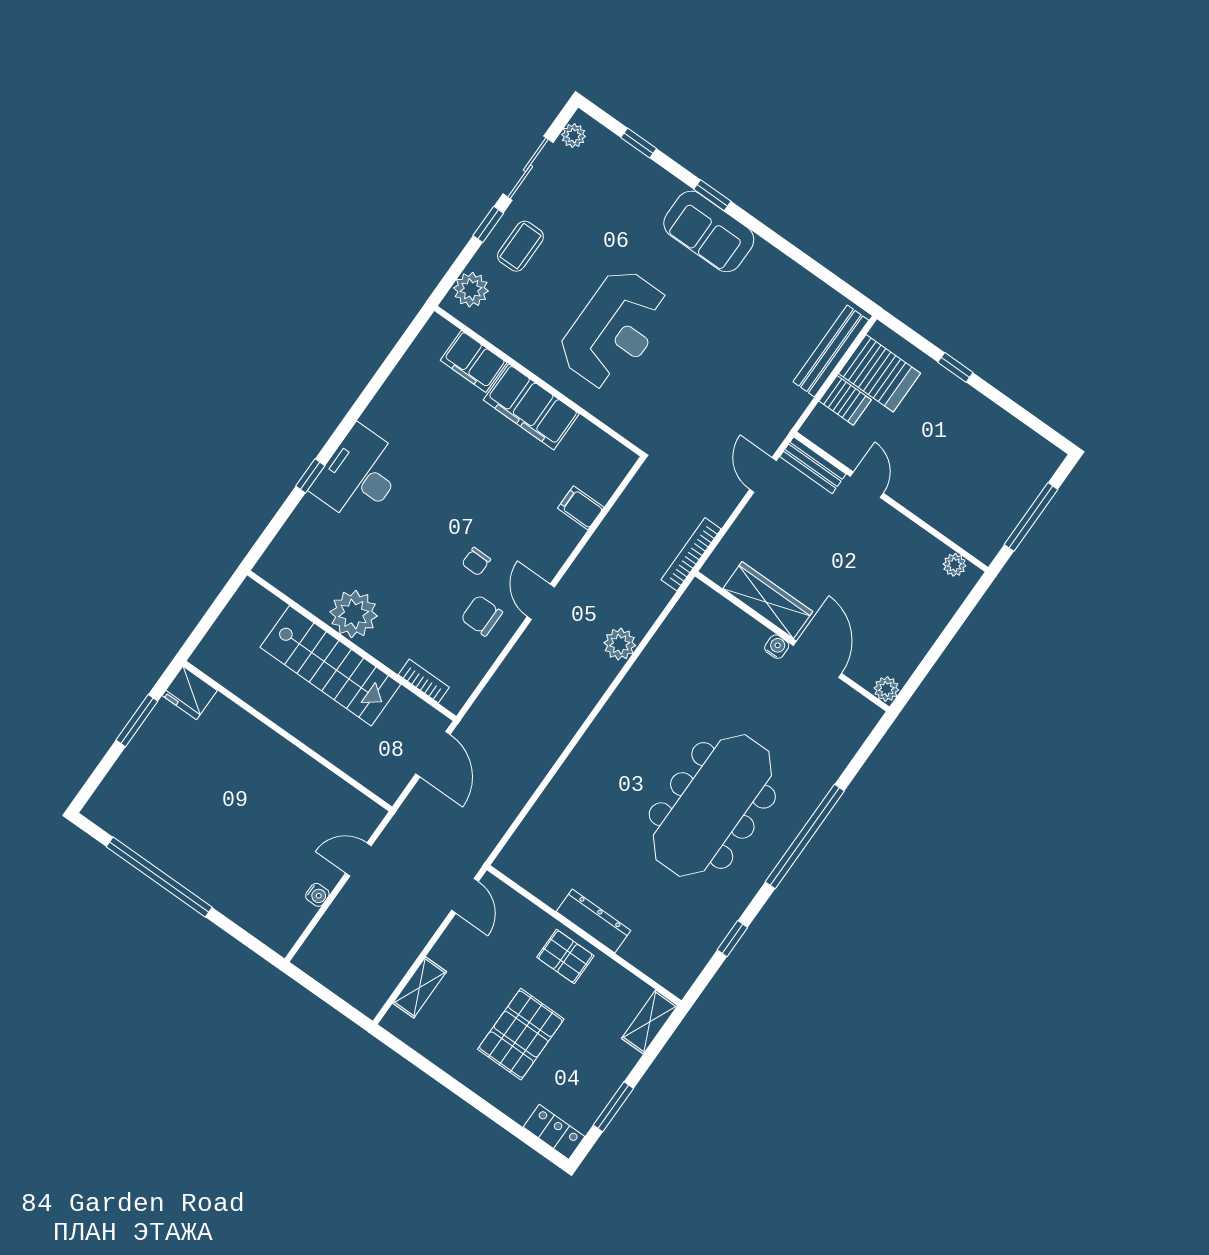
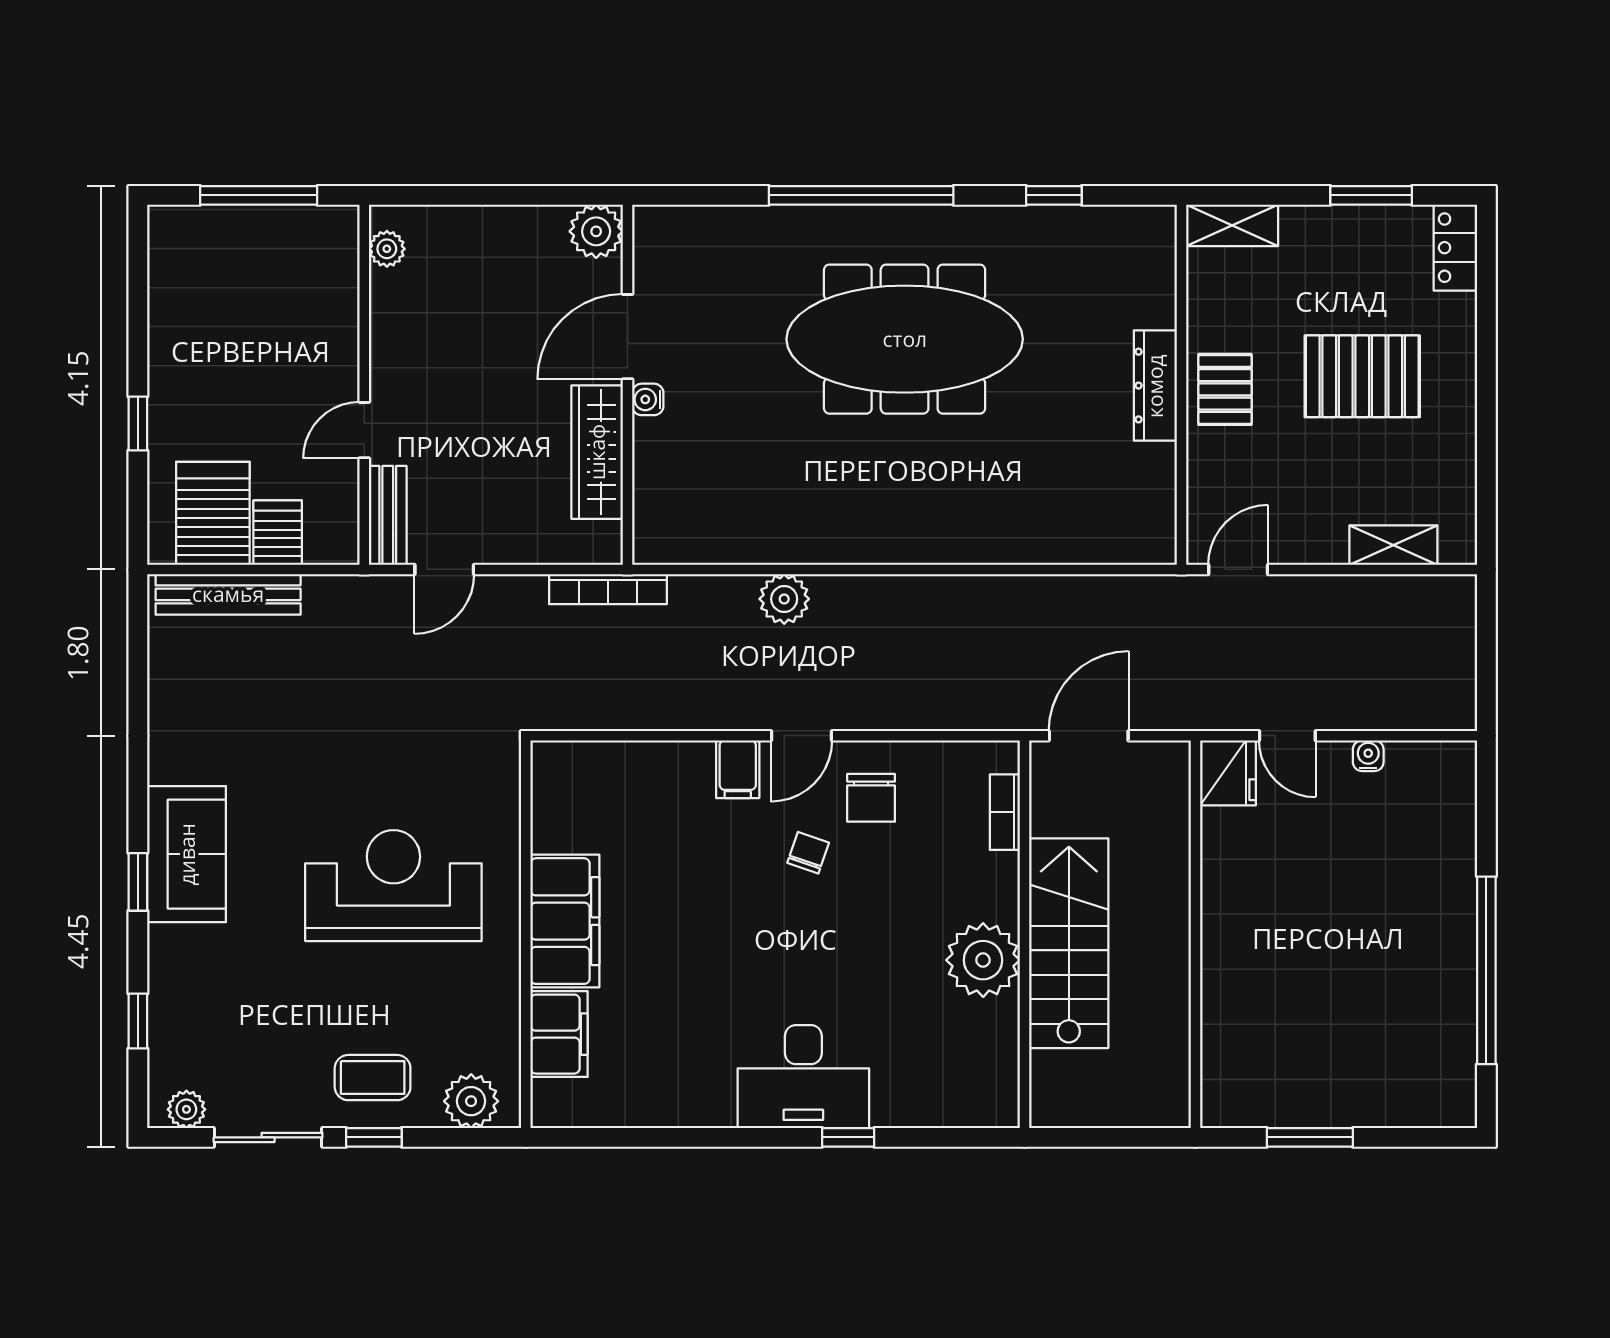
filing cabinet: (581, 508) -> (738, 769), moved
chair: (476, 561) -> (808, 853), turned -72
plant: (886, 689) -> (596, 231), width x1.38, depth x1.38
fridge: (190, 693) -> (1228, 773), moved

